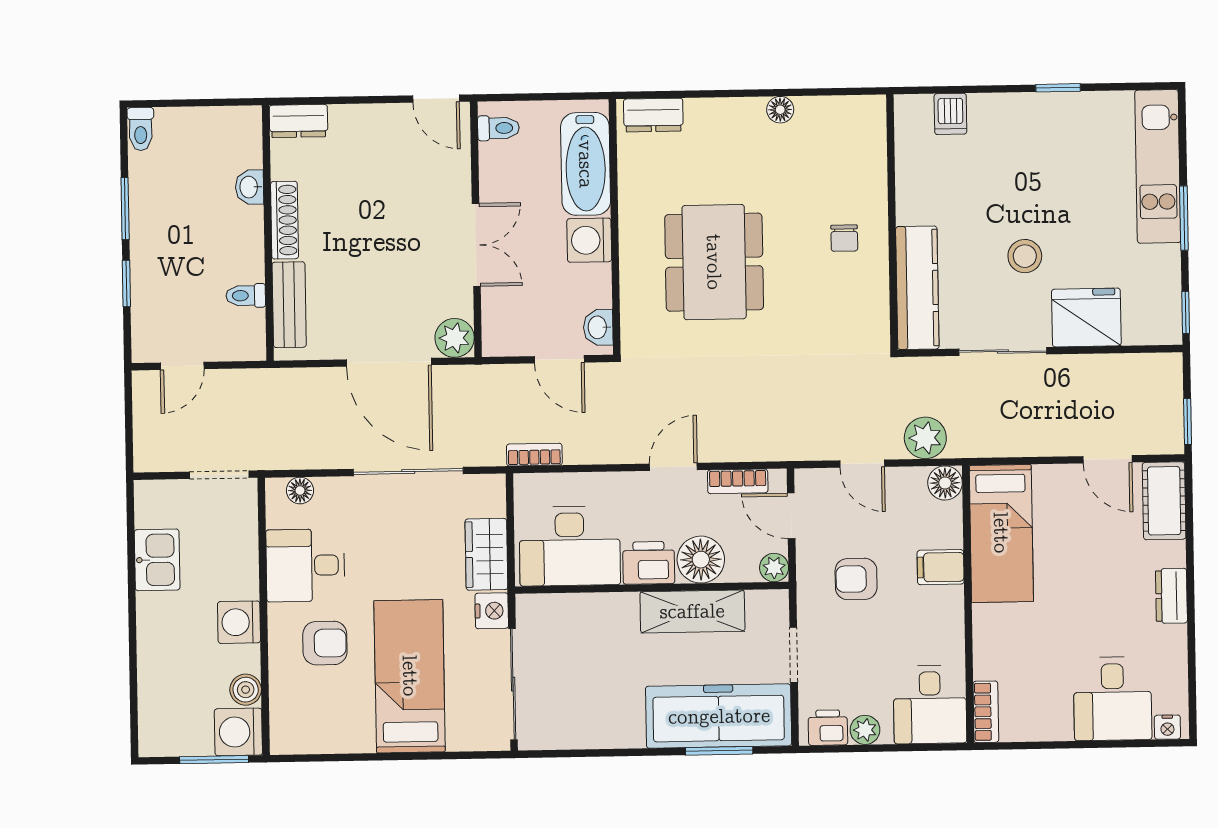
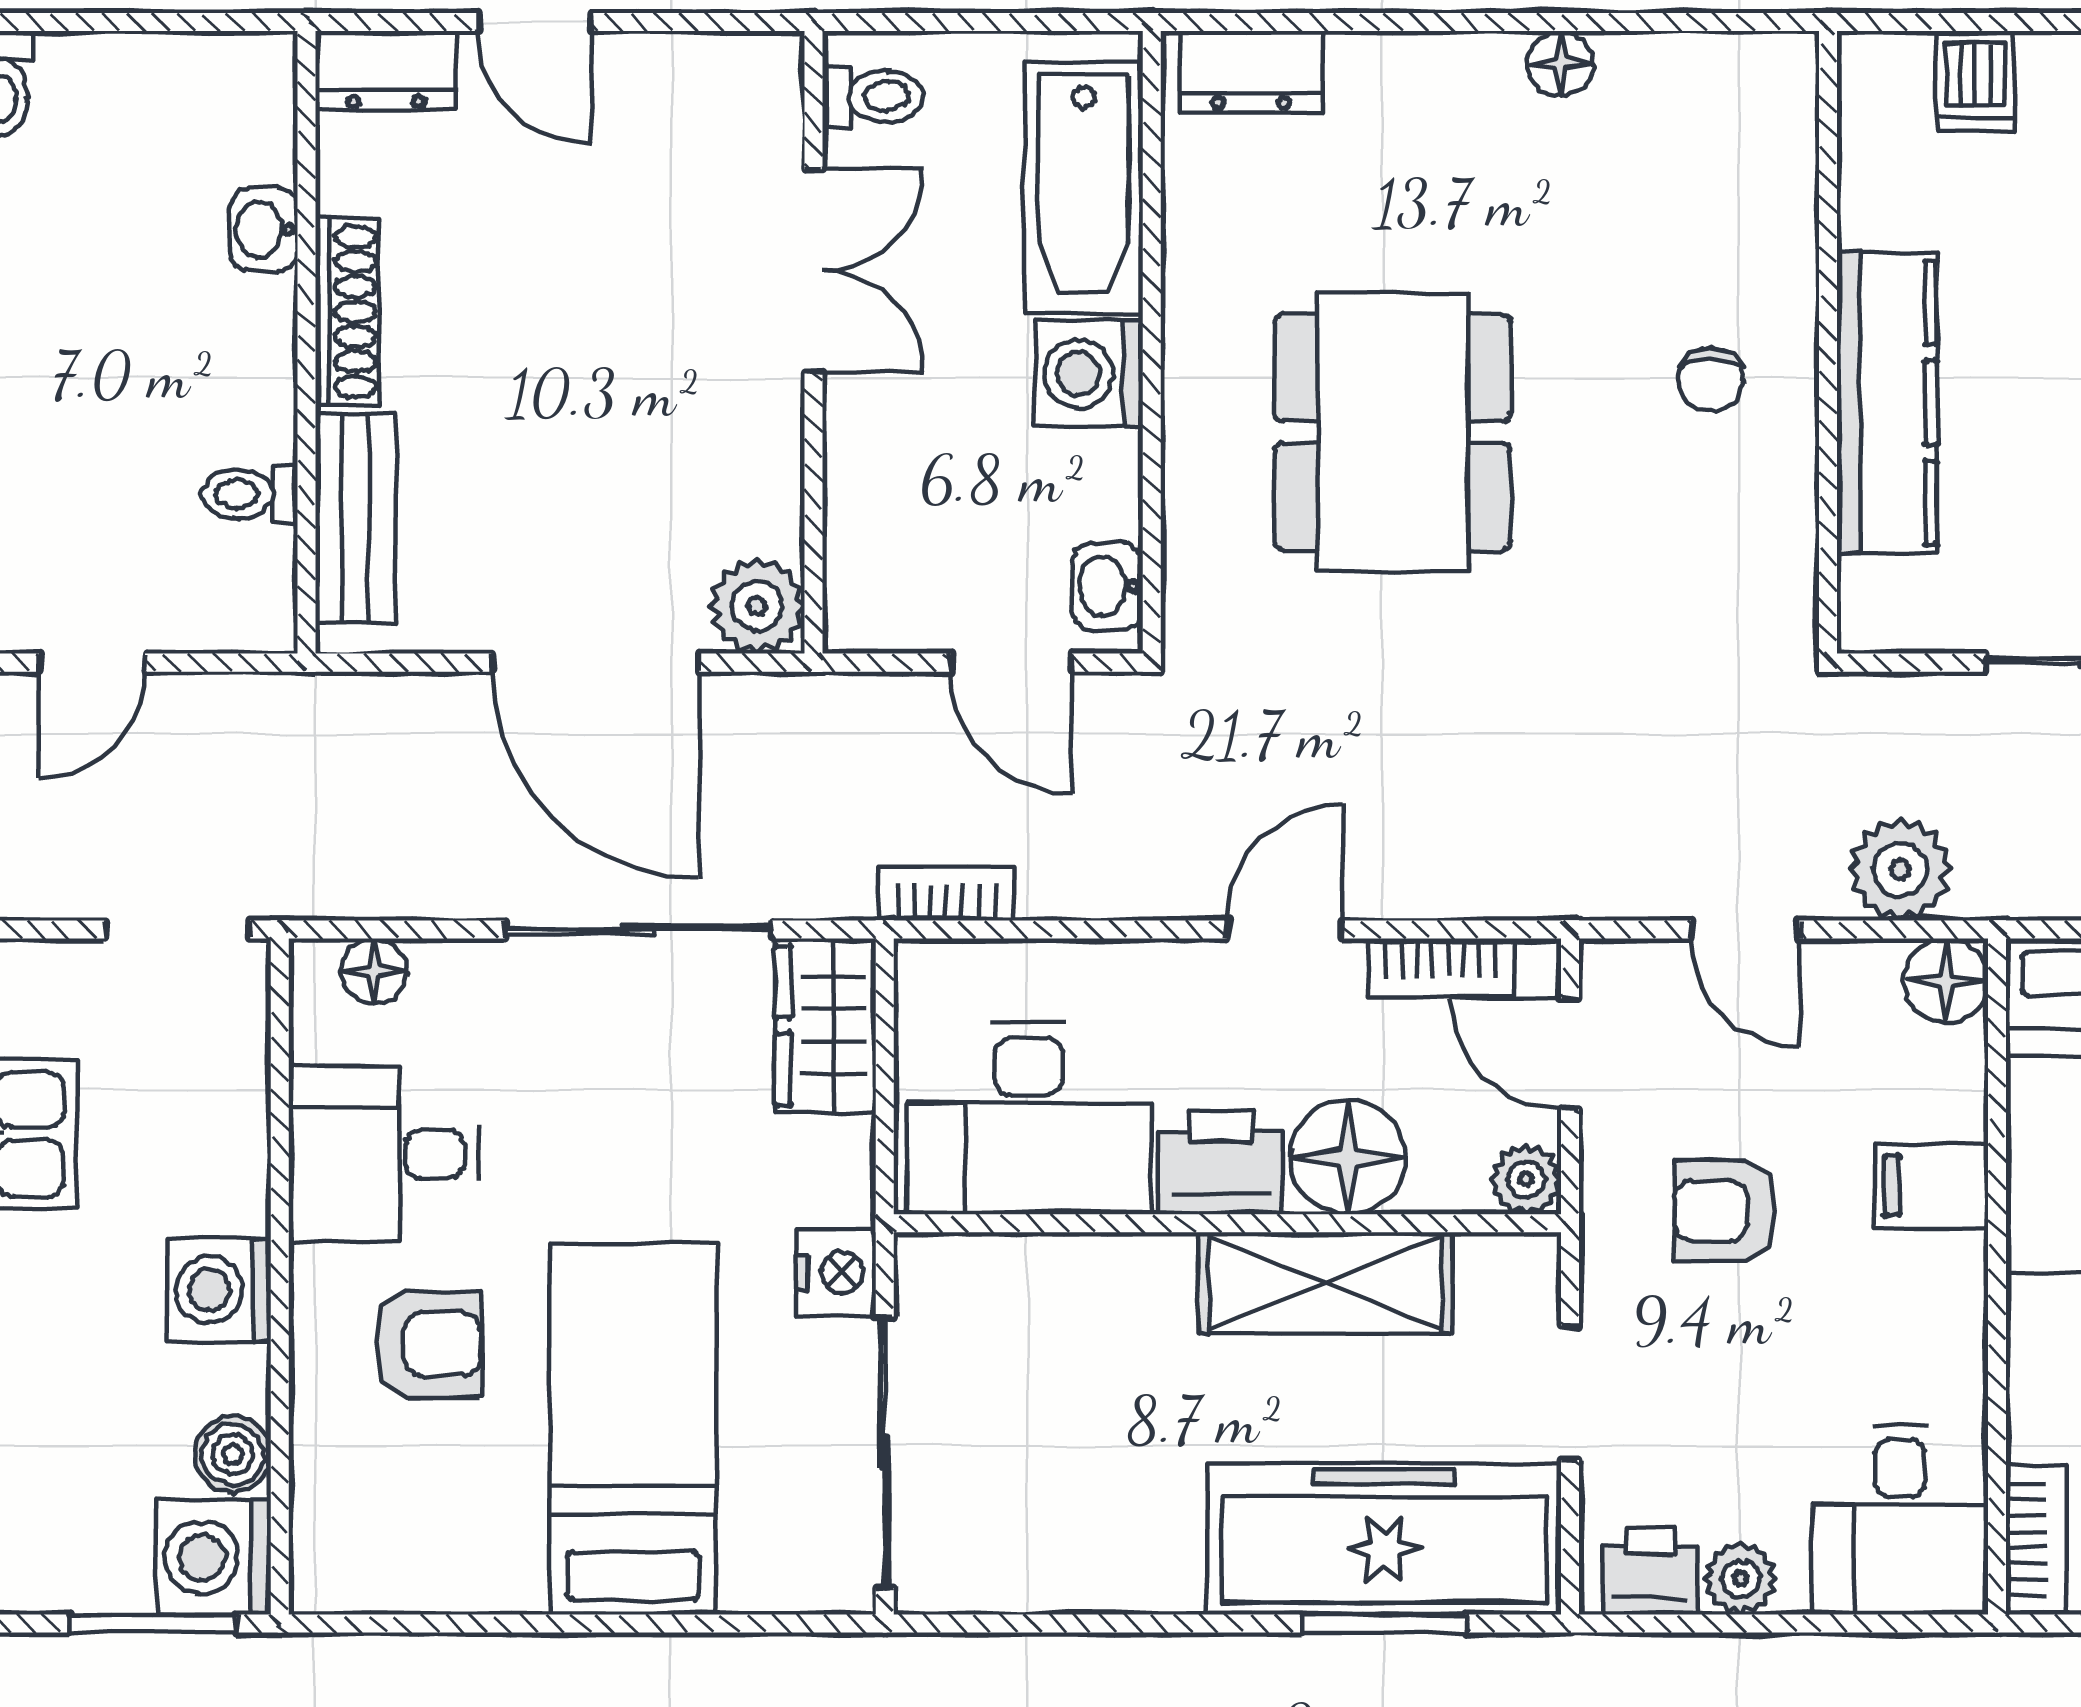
door: (436, 99) -> (534, 22), moved
double door: (476, 245) -> (814, 270), moved
kitchen counter: (917, 288) -> (1887, 403), moved
wardrobe: (486, 554) -> (825, 1026), moved

